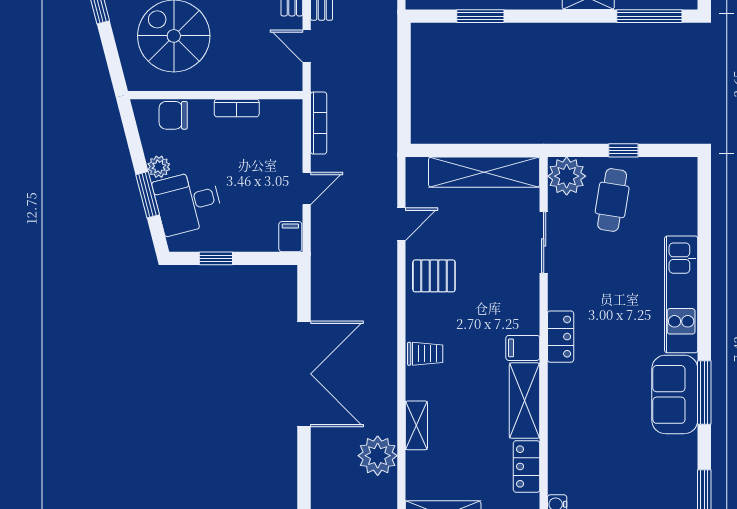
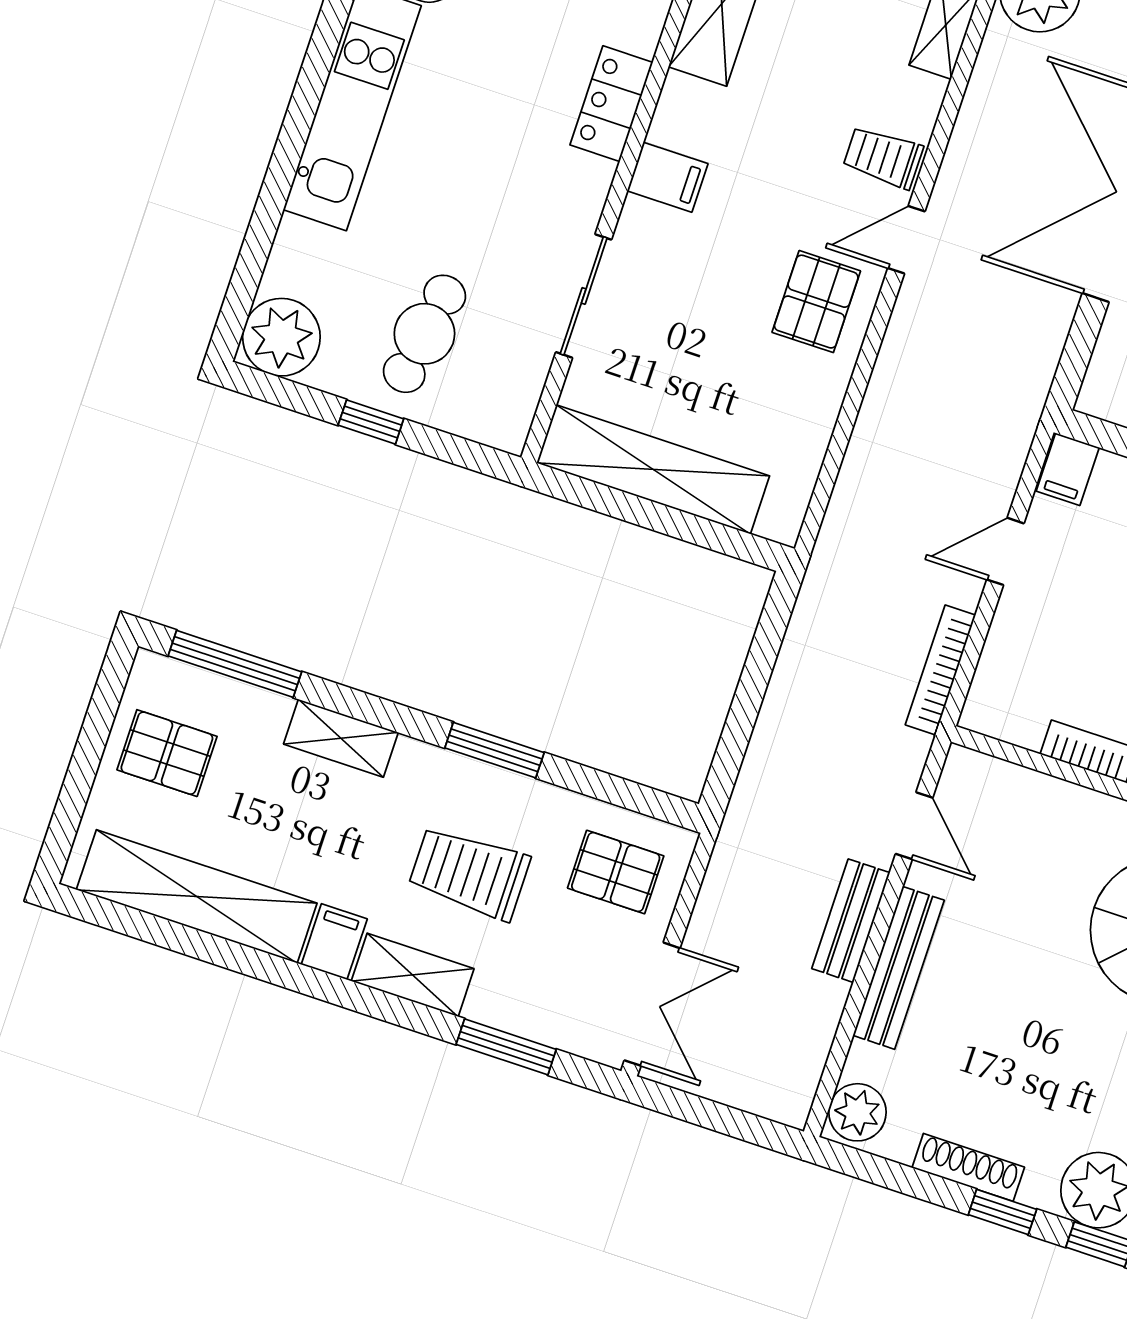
window: (480, 16) -> (494, 750), moved
plant: (567, 176) -> (281, 337), moved
door: (401, 224) -> (906, 240), moved
pallet: (434, 276) -> (816, 302), turned 90
filing cabinet: (523, 348) -> (668, 177), moved

